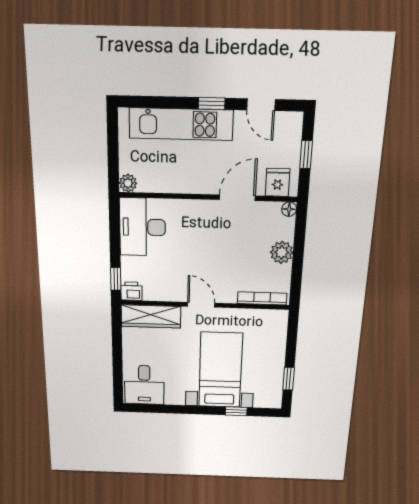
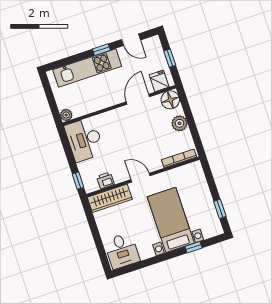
floor lamp: (289, 209) -> (170, 100), width x1.89, depth x1.89
printer: (131, 291) -> (105, 180), moved

